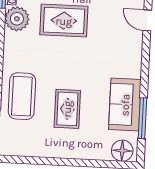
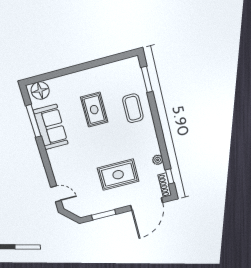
plant: (17, 19) -> (158, 160), width x0.53, depth x0.53
coffee table: (22, 96) -> (133, 108), width x0.73, depth x0.76

